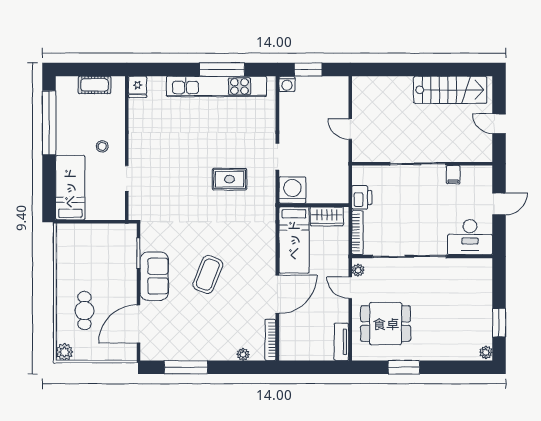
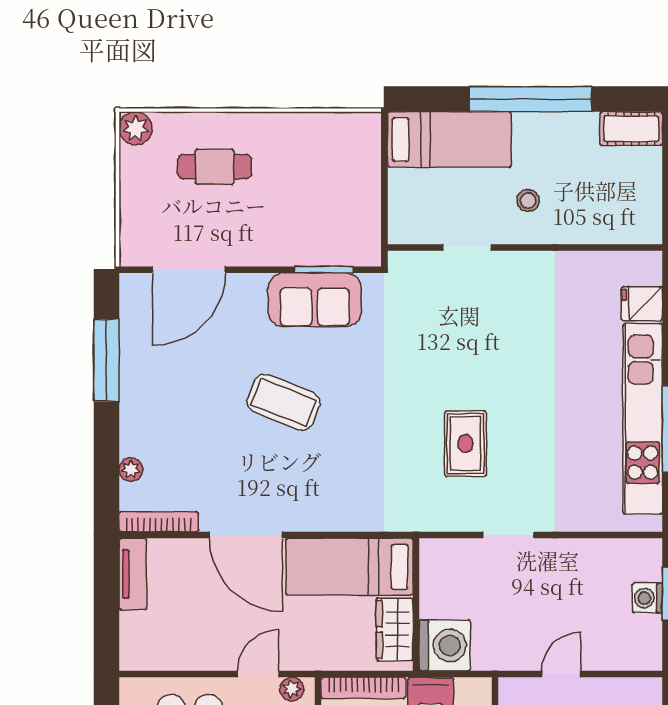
washing machine: (287, 84) -> (647, 598), moved
cot: (95, 85) -> (631, 129), moved, turned 90
fridge: (137, 87) -> (642, 304), moved
window: (49, 123) -> (531, 99), moved
washing machine: (292, 190) -> (445, 645), moved
sofa: (154, 276) -> (315, 300), moved
door: (138, 324) -> (189, 270), swing flipped
tv unit: (341, 342) -> (133, 574), moved, turned 90

